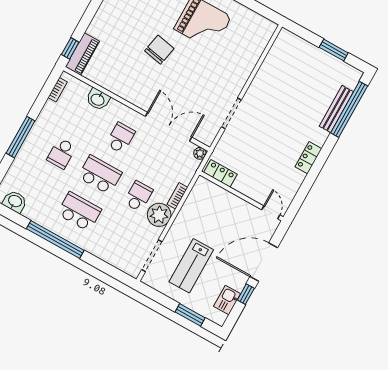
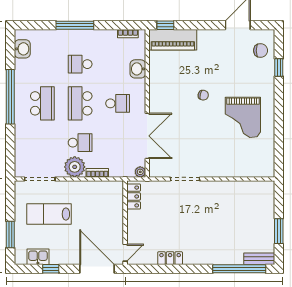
chair: (159, 50) -> (203, 95), width x0.54, depth x0.54
piano: (82, 54) -> (173, 40), width x1.37, depth x1.33
bench: (336, 109) -> (259, 259), moved, width x0.73
locker: (308, 158) -> (170, 258), moved
school desk: (100, 175) -> (80, 103), turned 180
door: (264, 262) -> (97, 269), moved

